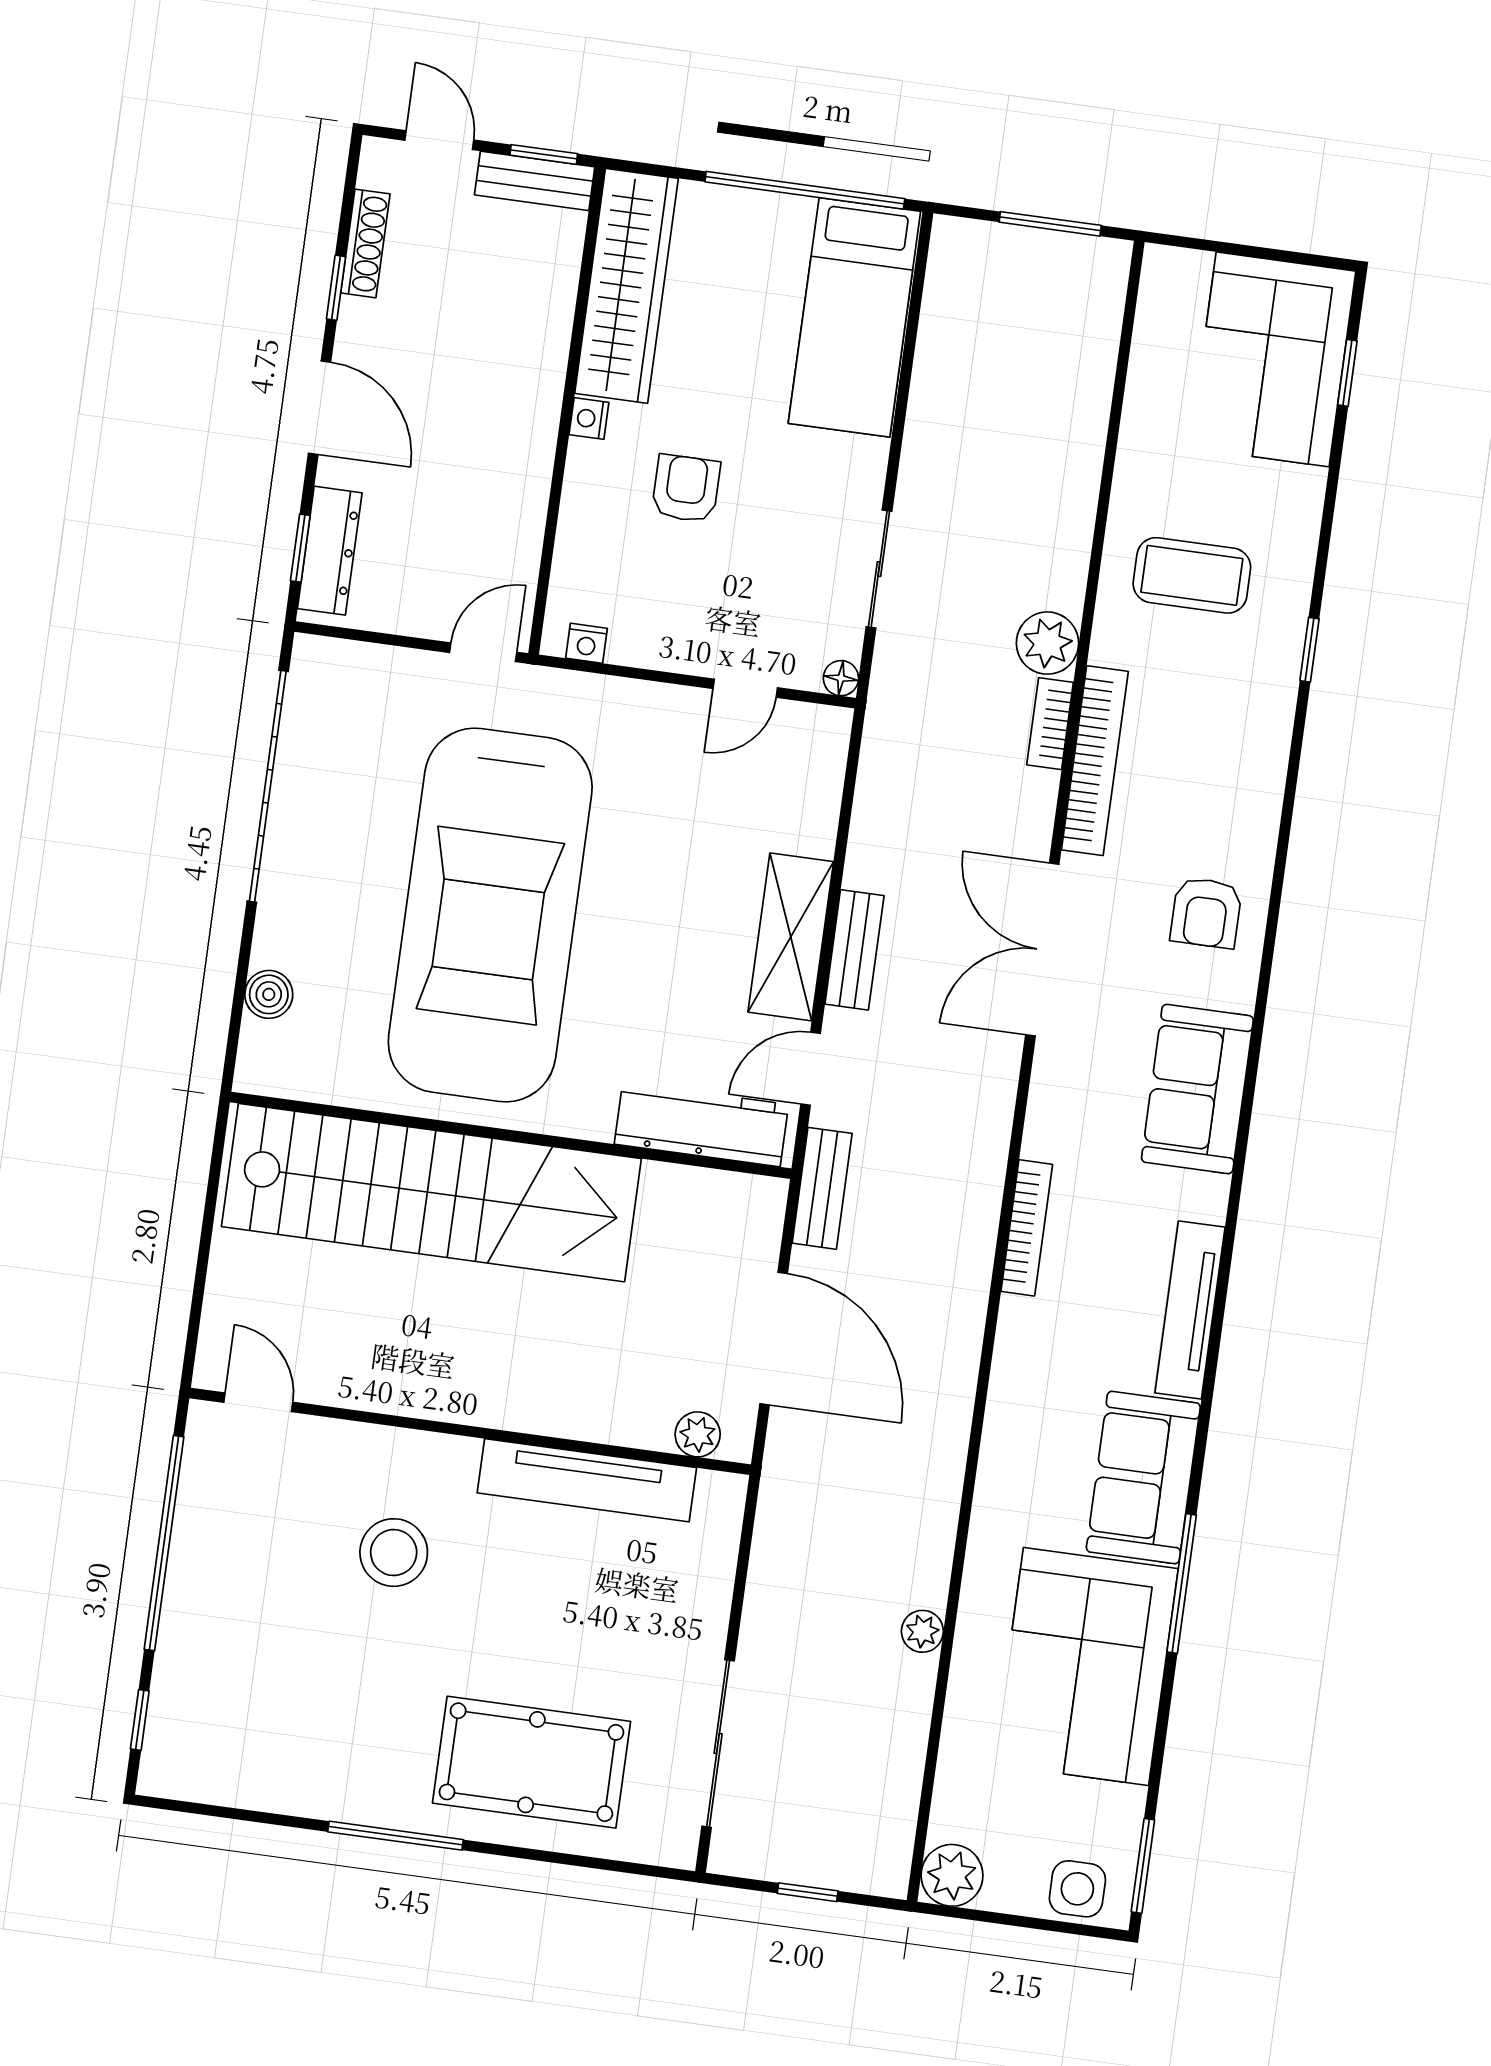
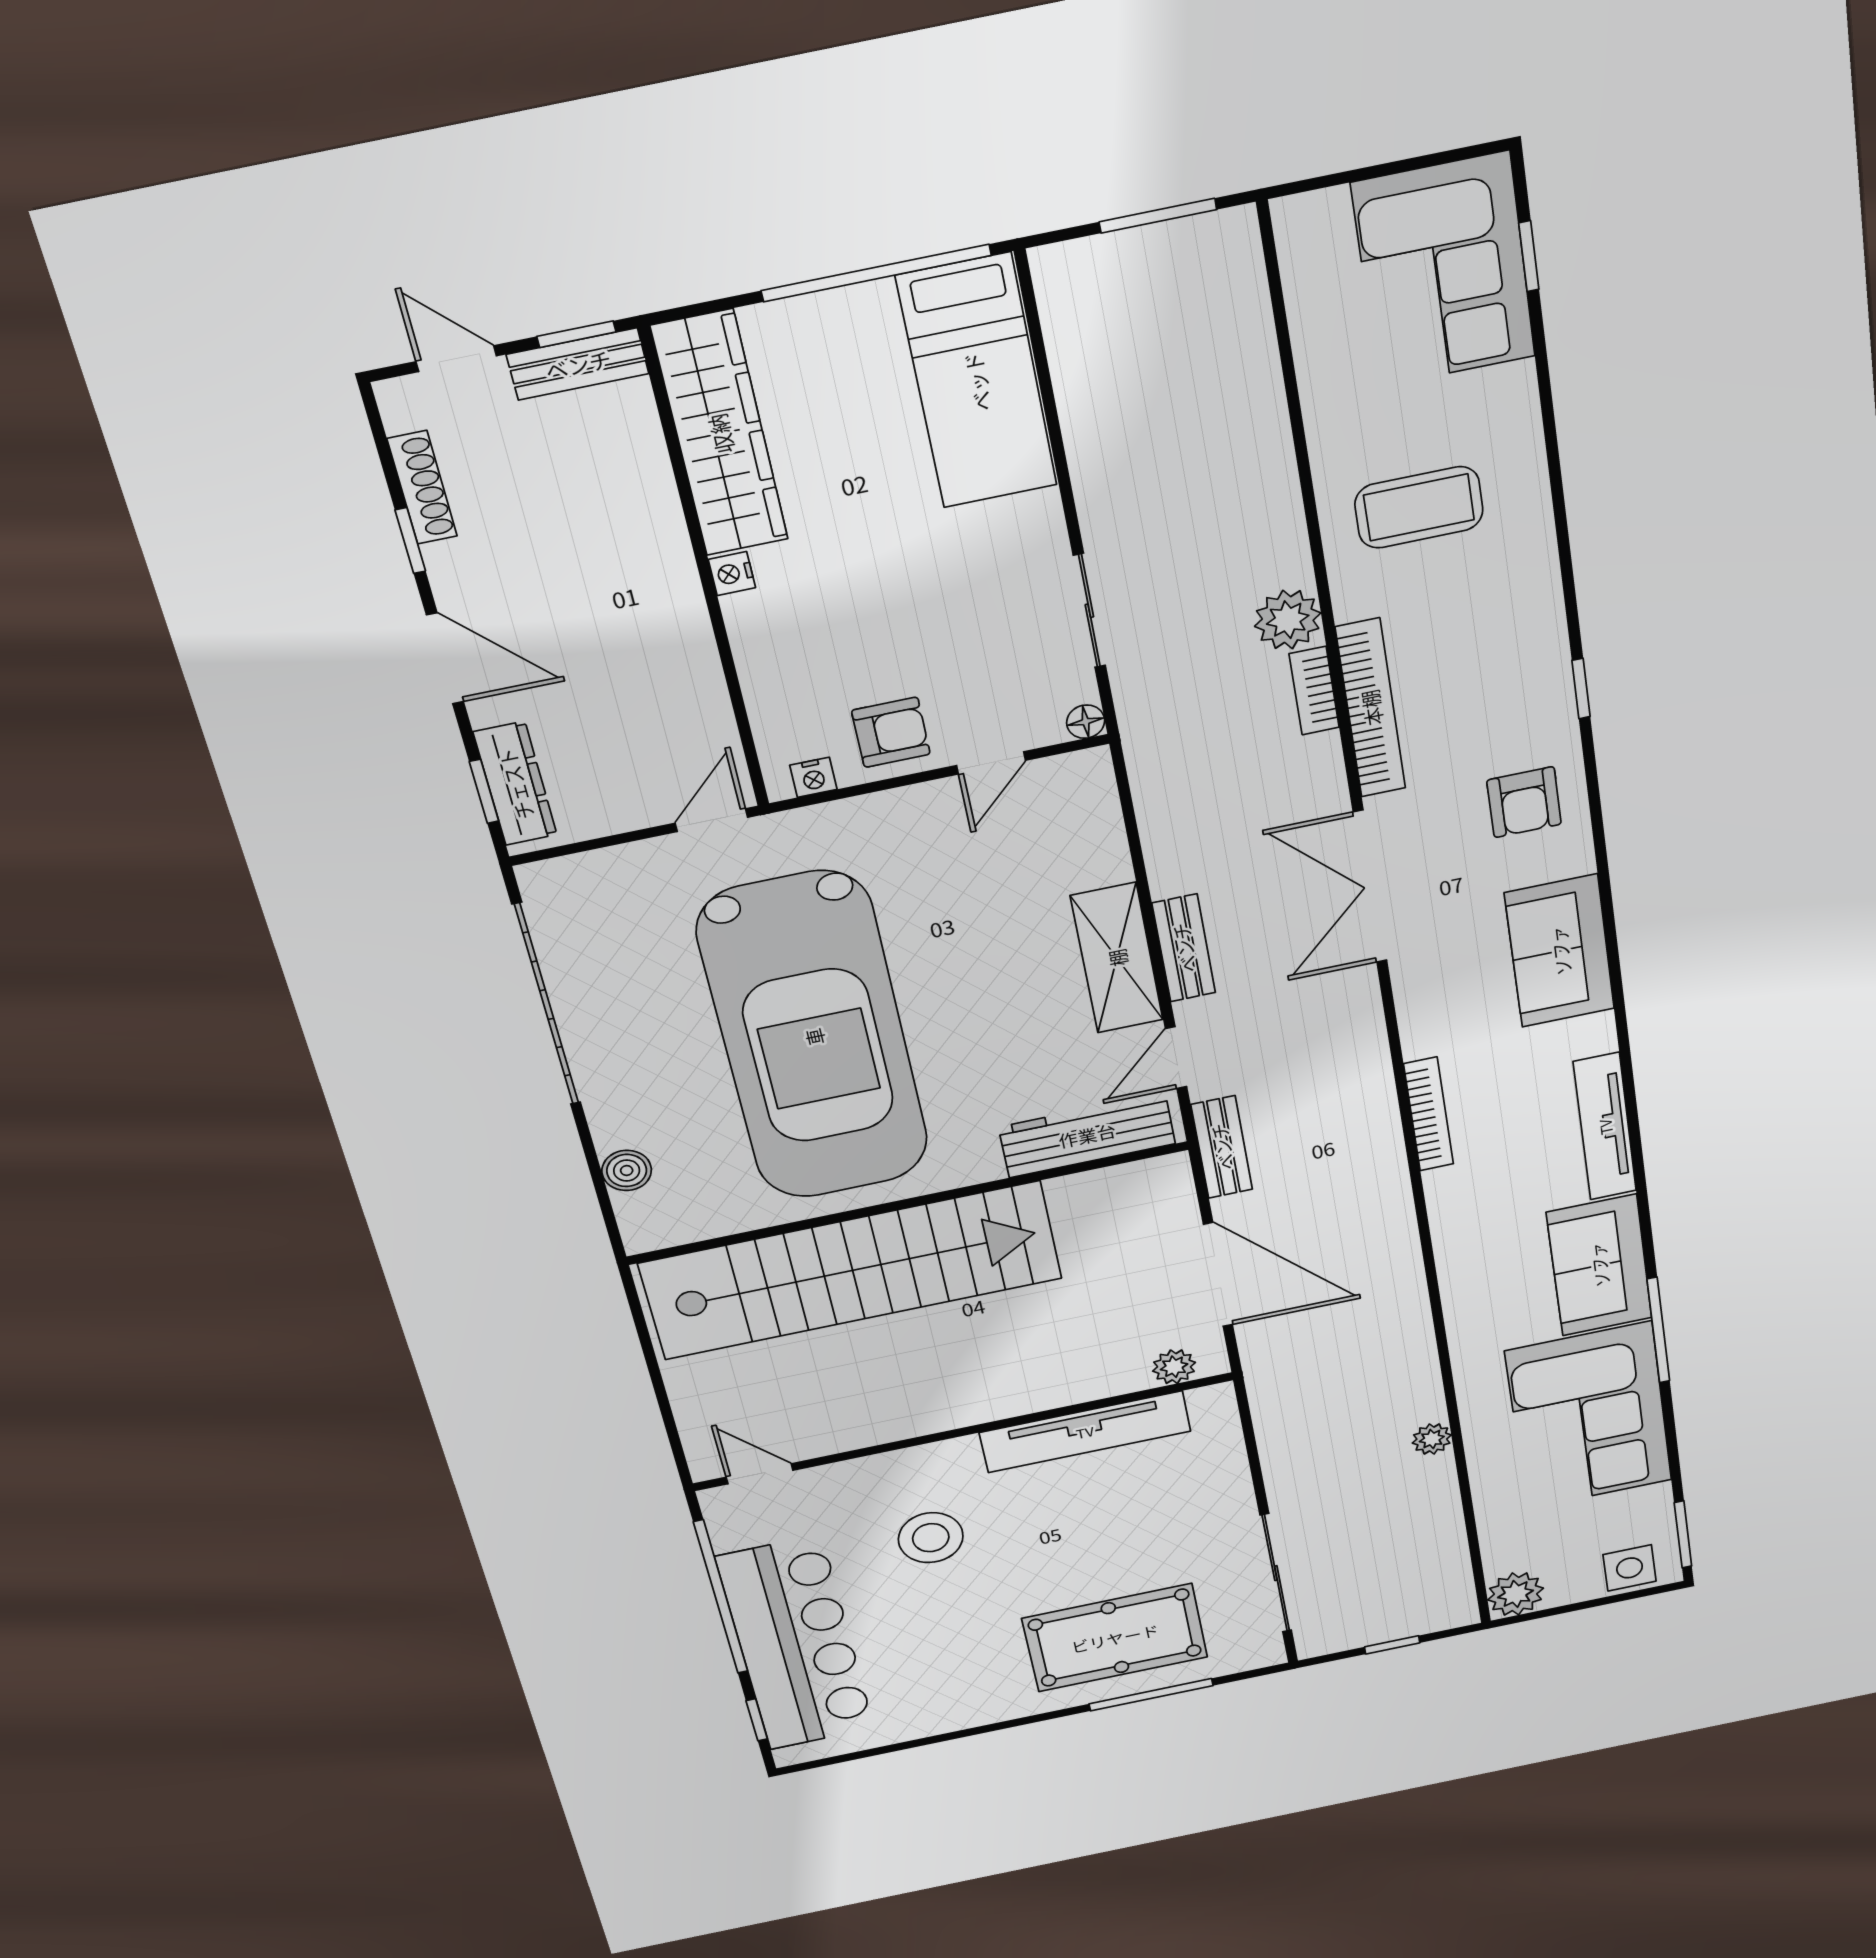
armchair: (686, 489) -> (891, 732), moved, turned 90
window: (1310, 650) -> (1581, 689), moved
bar counter: (215, 1635) -> (796, 1644), added
window: (395, 1836) -> (1151, 1695), moved

